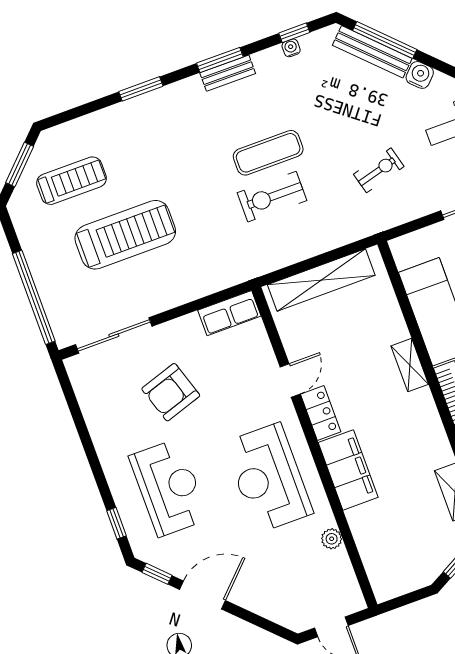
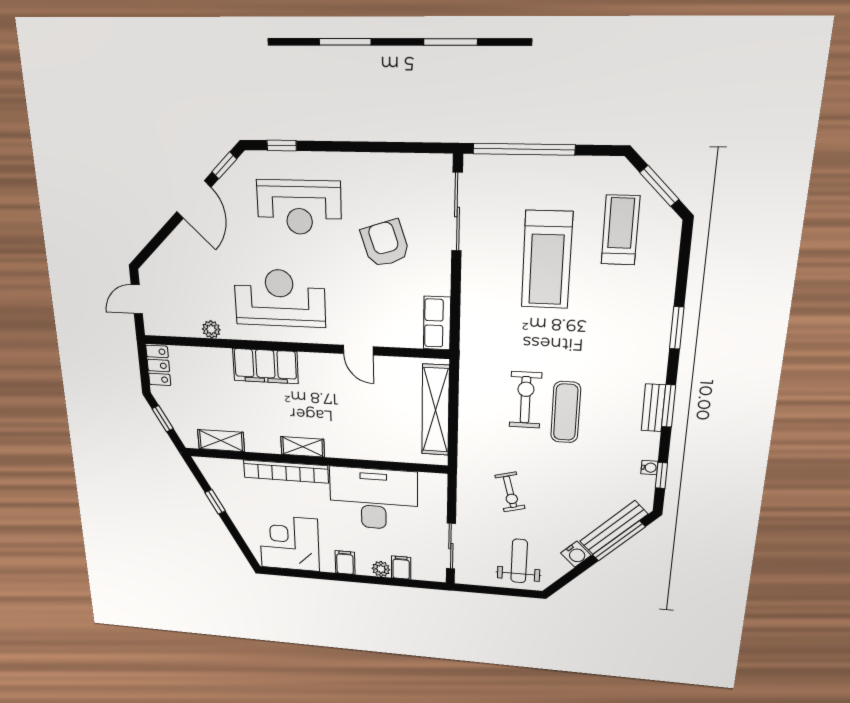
treadmill: (72, 181) -> (620, 230), turned 180
shelving: (410, 365) -> (303, 447), moved
locker: (321, 413) -> (158, 366), moved, turned -90

